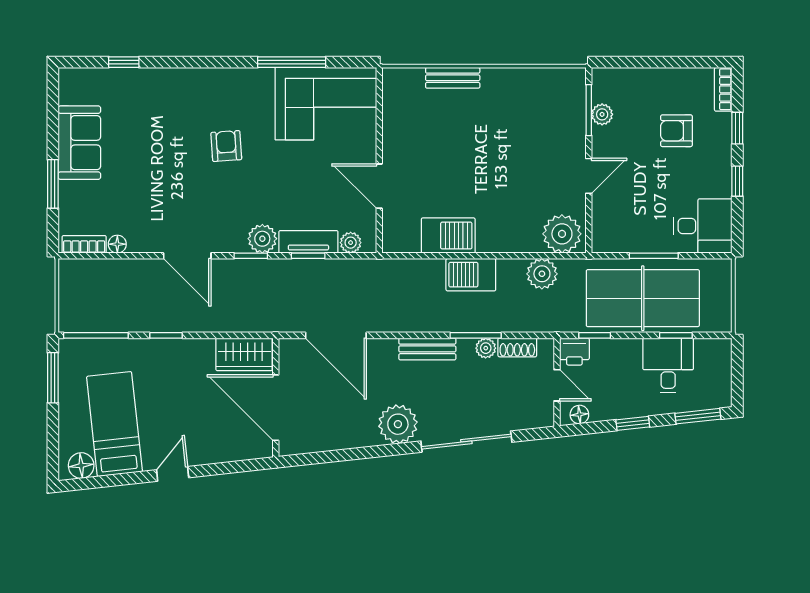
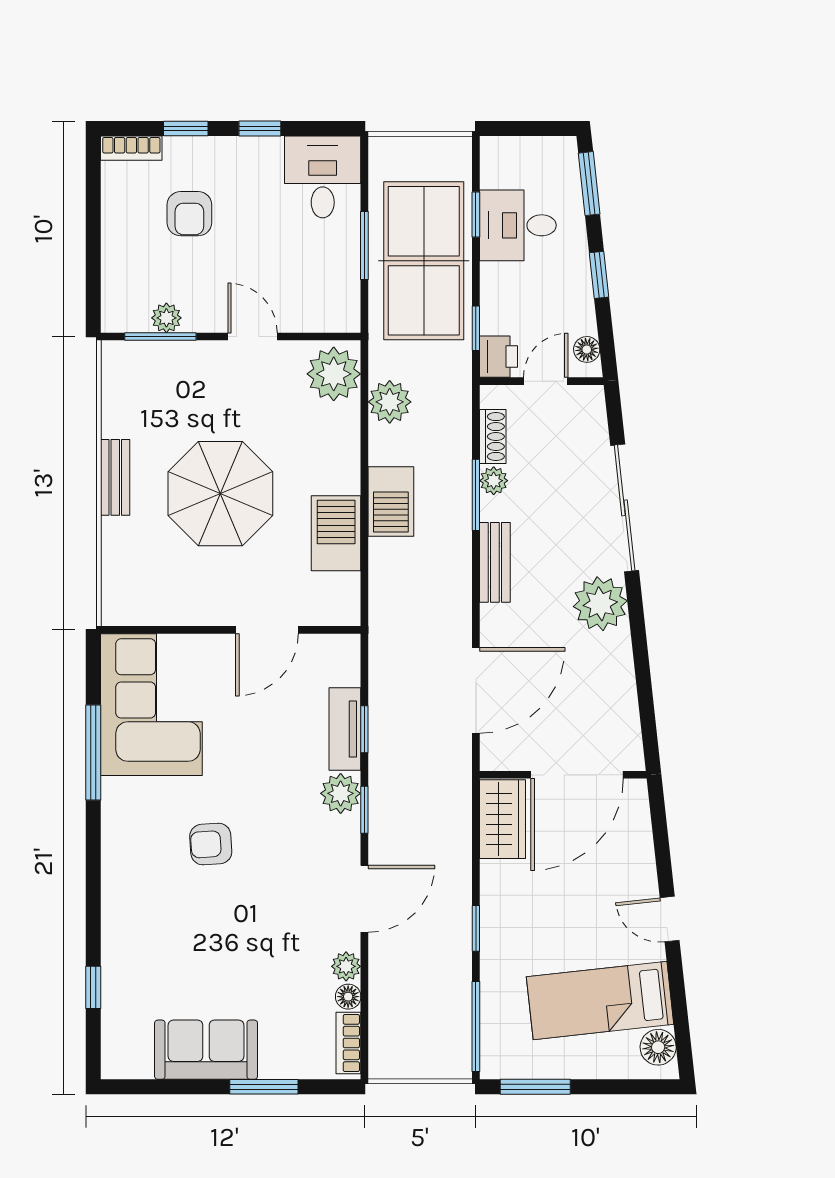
bench: (453, 78) -> (115, 477), moved
parasol: (477, 153) -> (220, 494), added
plant: (351, 243) -> (346, 966), moved

